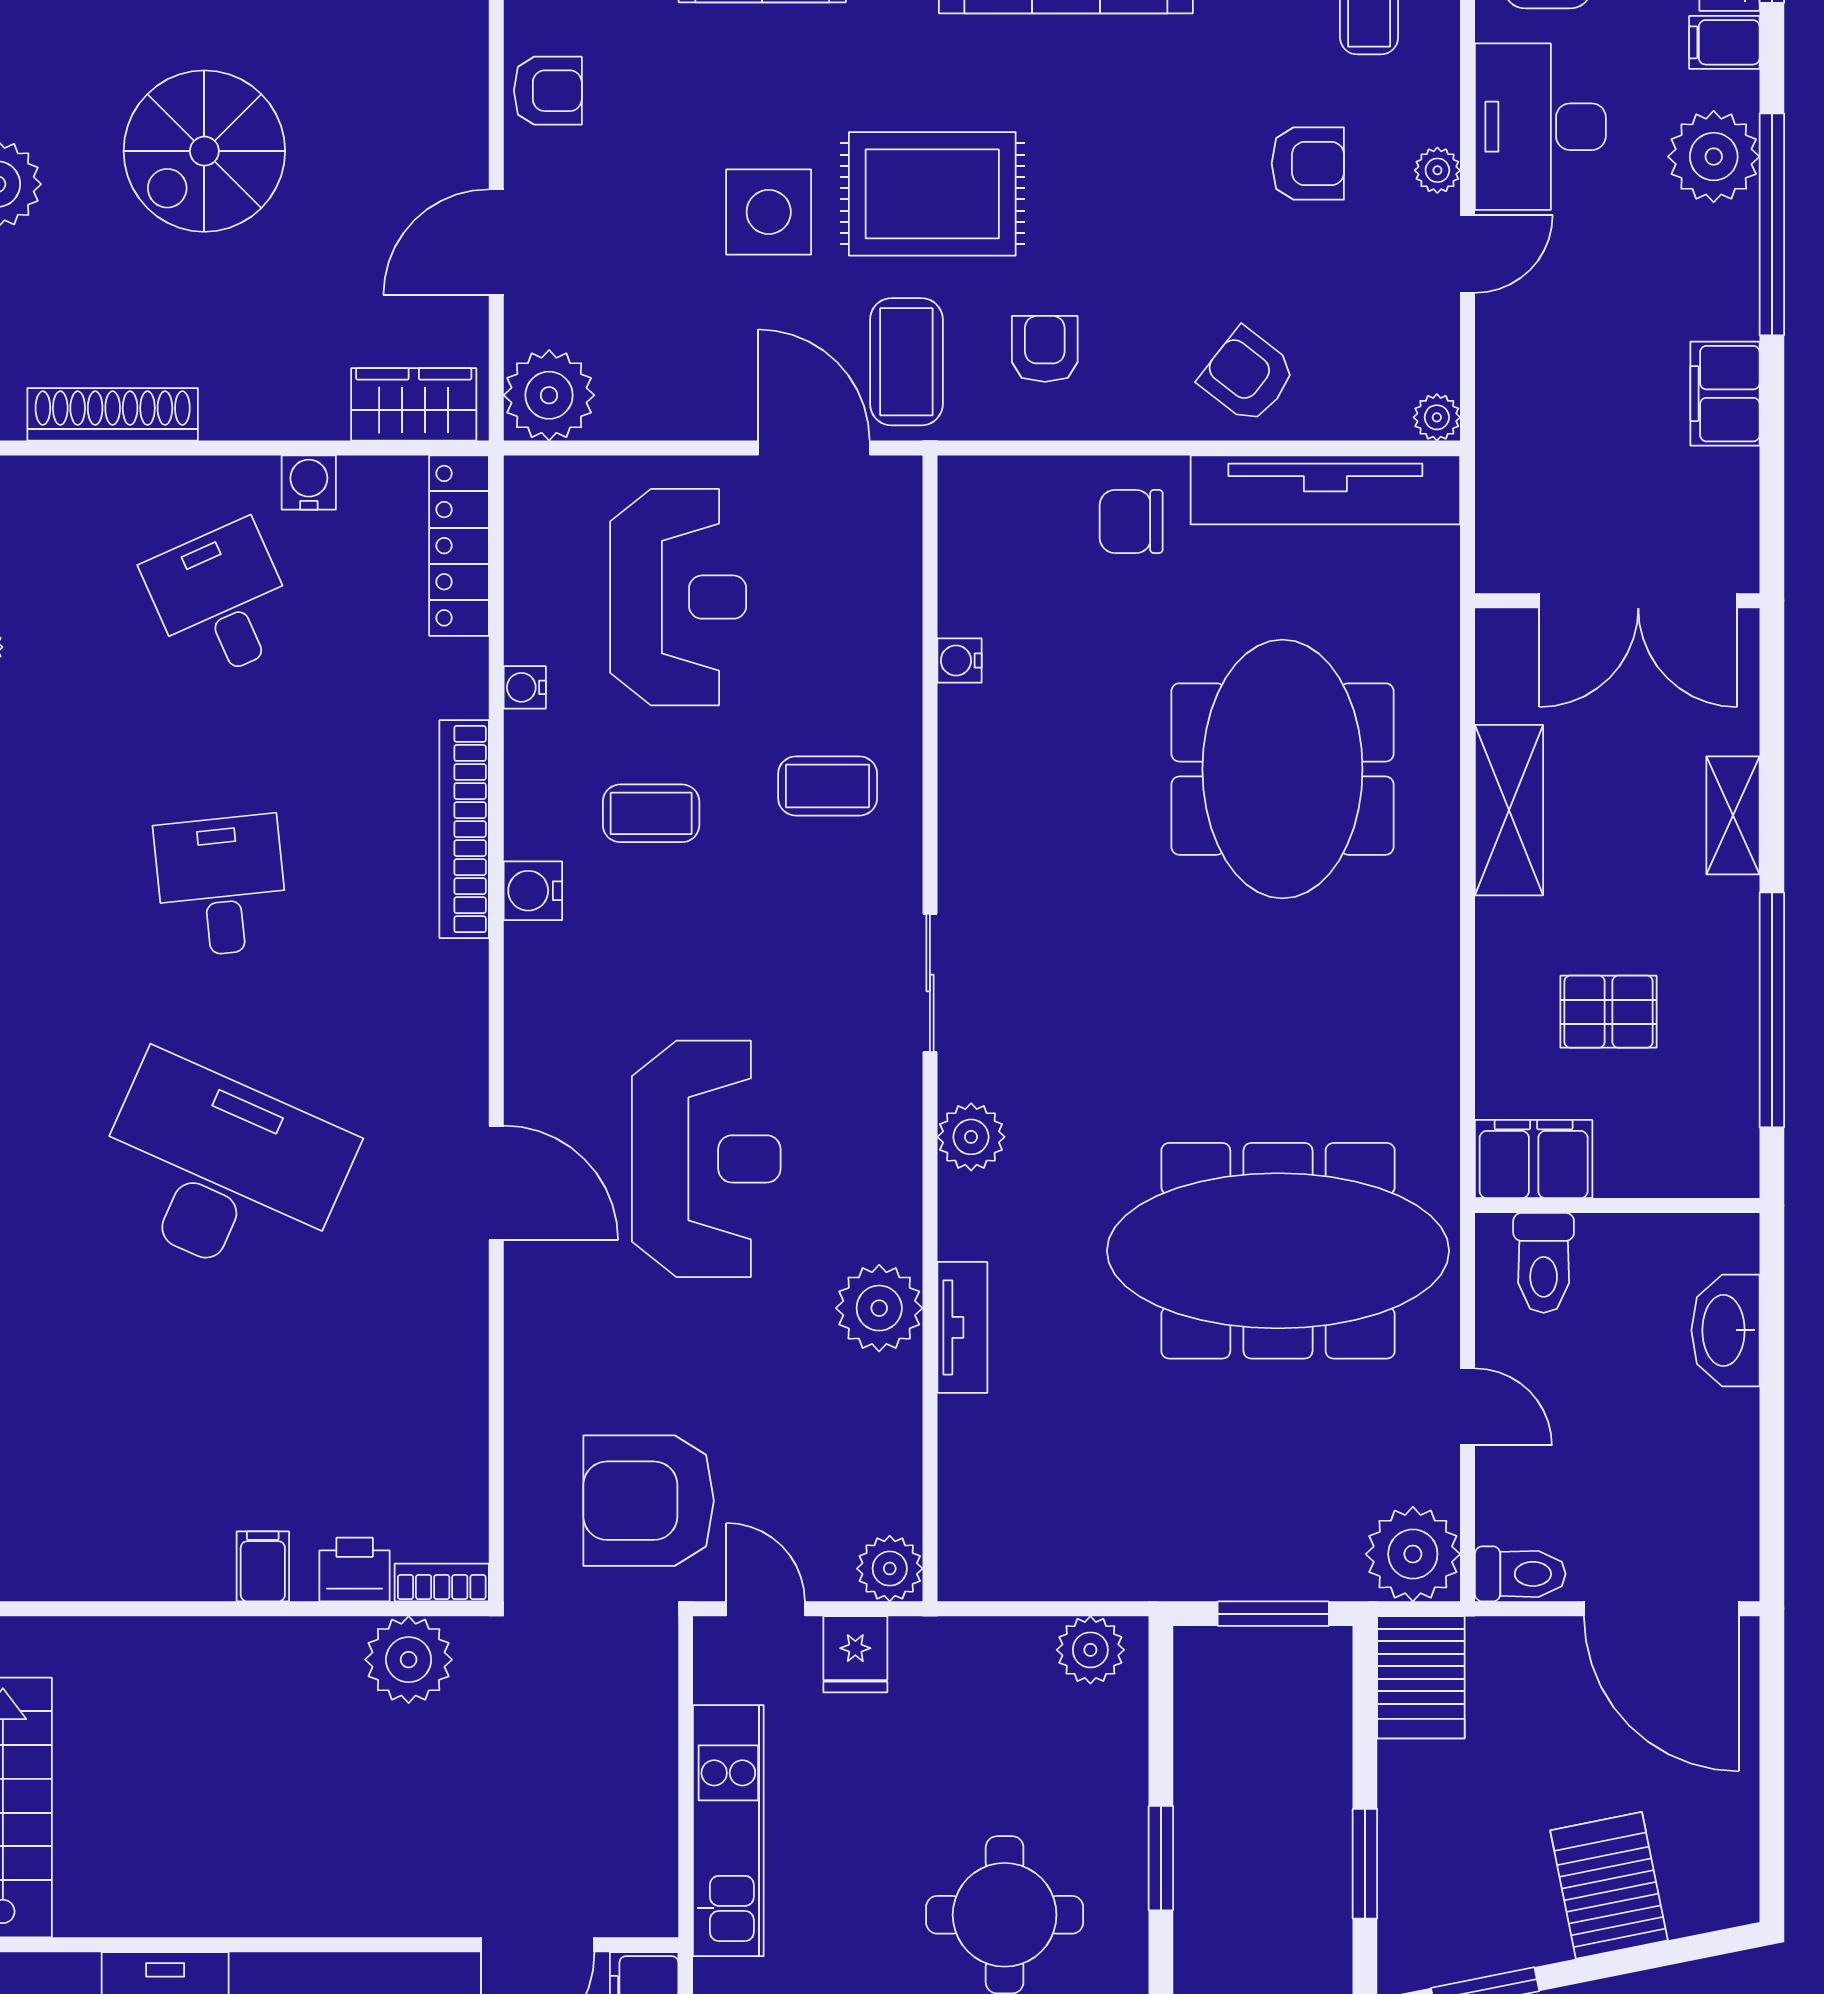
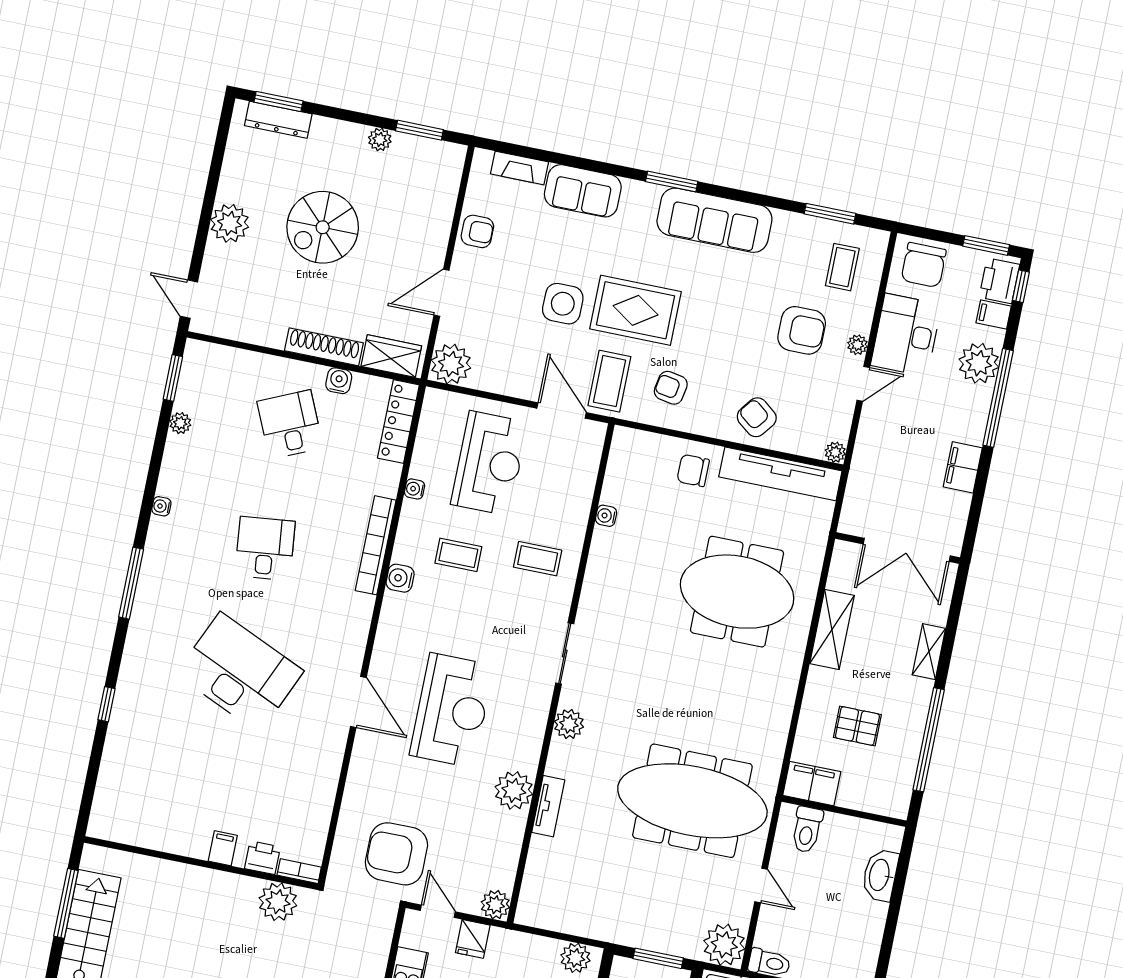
armchair: (1308, 164) -> (802, 330), width x1.38, depth x1.38
armchair: (1045, 349) -> (671, 388), turned -80
shoe rack: (113, 414) -> (324, 347), moved
meeting table: (1282, 769) -> (737, 592), turned 90

